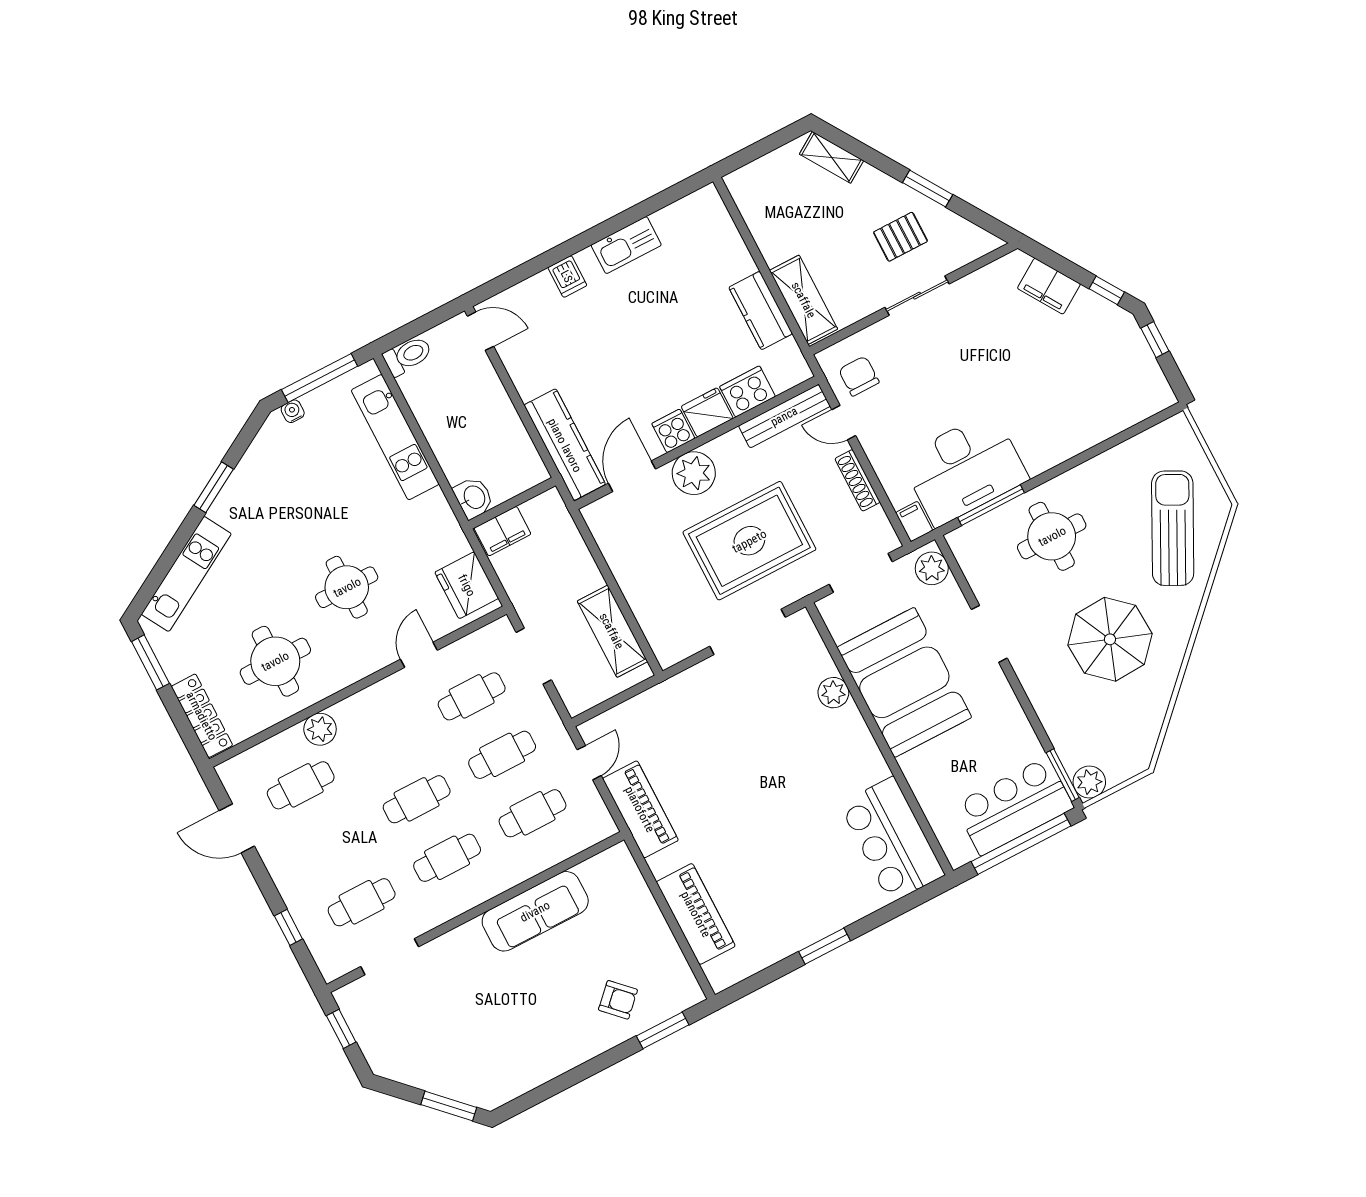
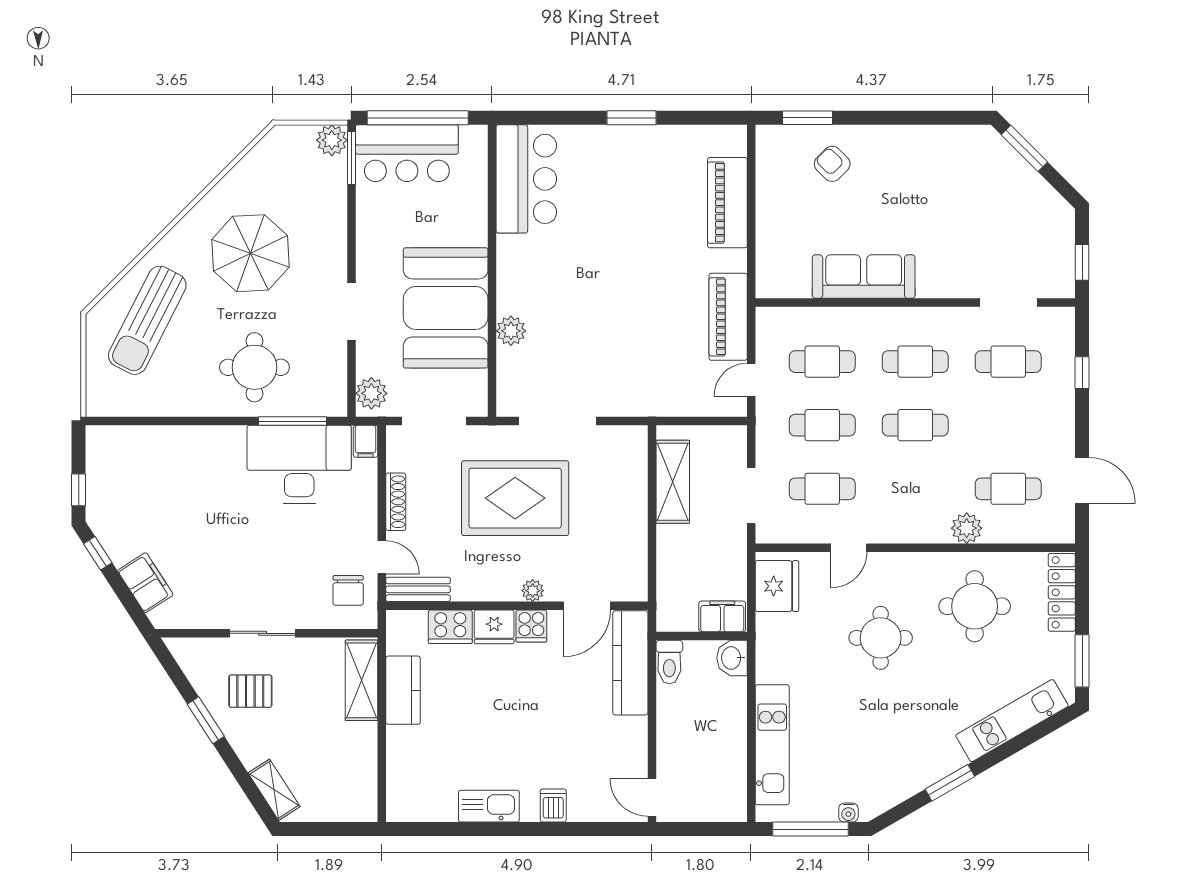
toilet: (408, 356) -> (669, 662), moved, turned -90
bench: (784, 416) -> (418, 589), width x0.73
plant: (694, 473) -> (533, 591), width x0.53, depth x0.53

